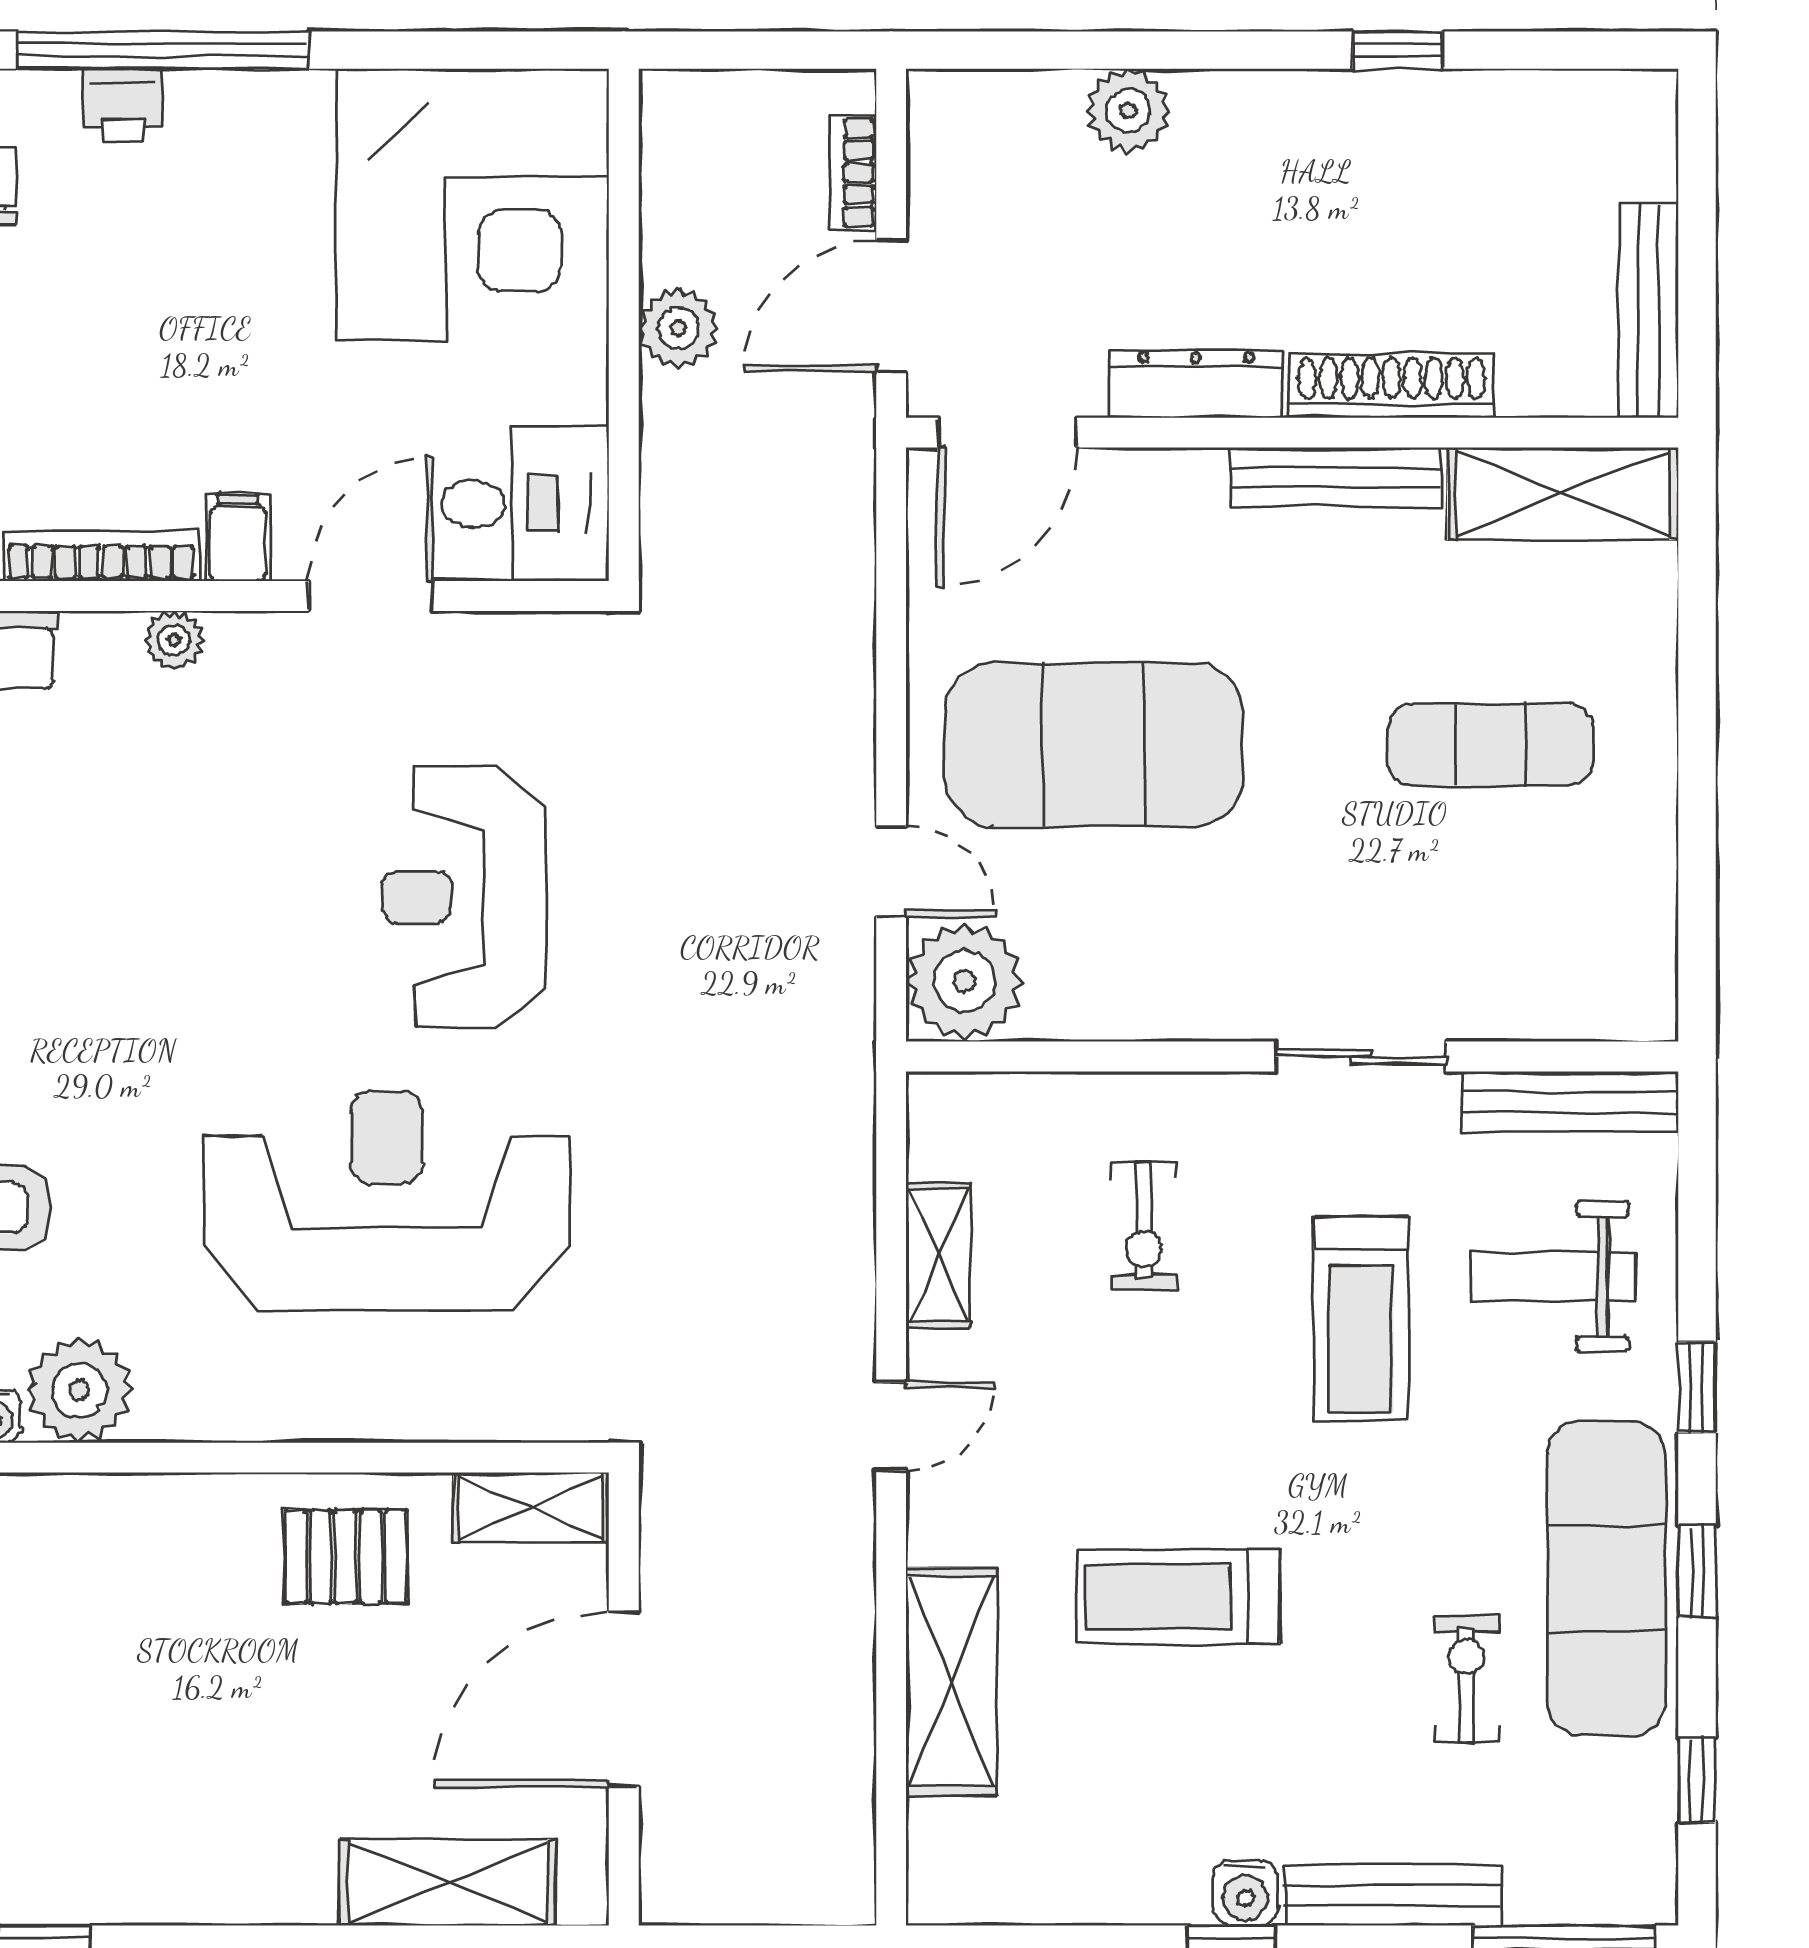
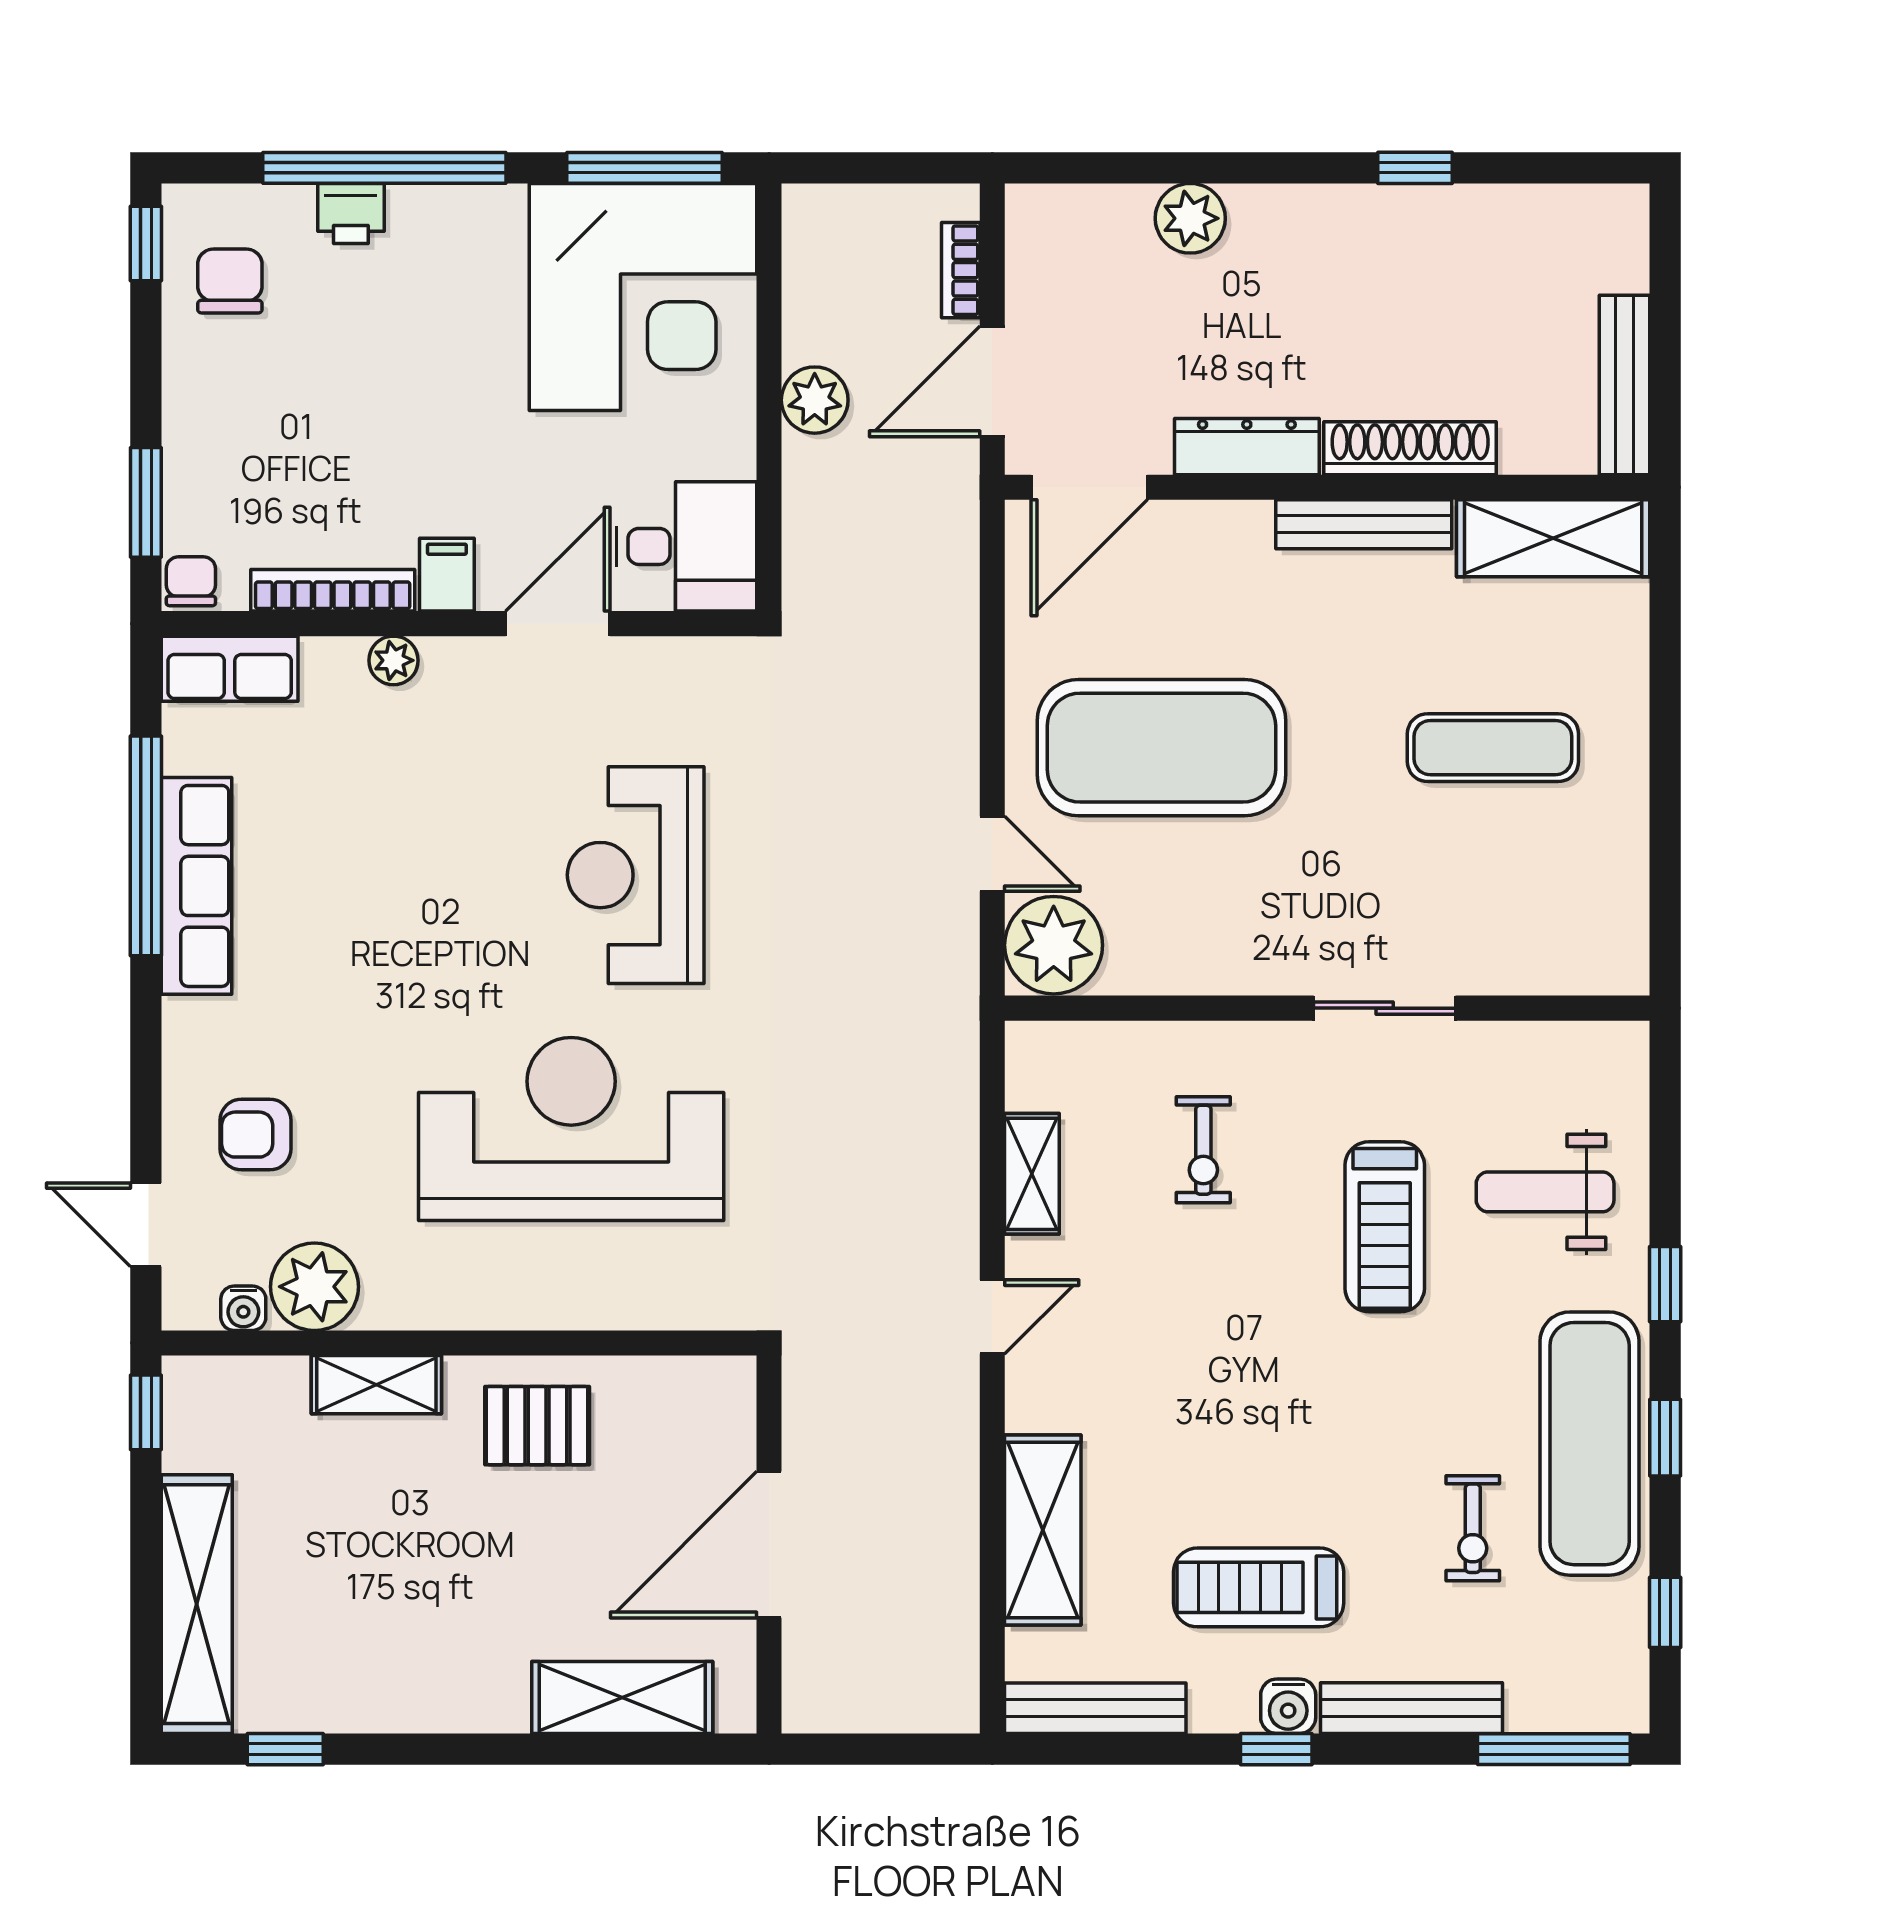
window: (475, 50) -> (644, 168), added
bench: (1570, 1102) -> (1095, 1708), moved
shelving: (531, 1507) -> (376, 1385), moved
treadmill: (1178, 1597) -> (1259, 1587), moved
exercise bike: (1467, 1680) -> (1473, 1528), turned 180

